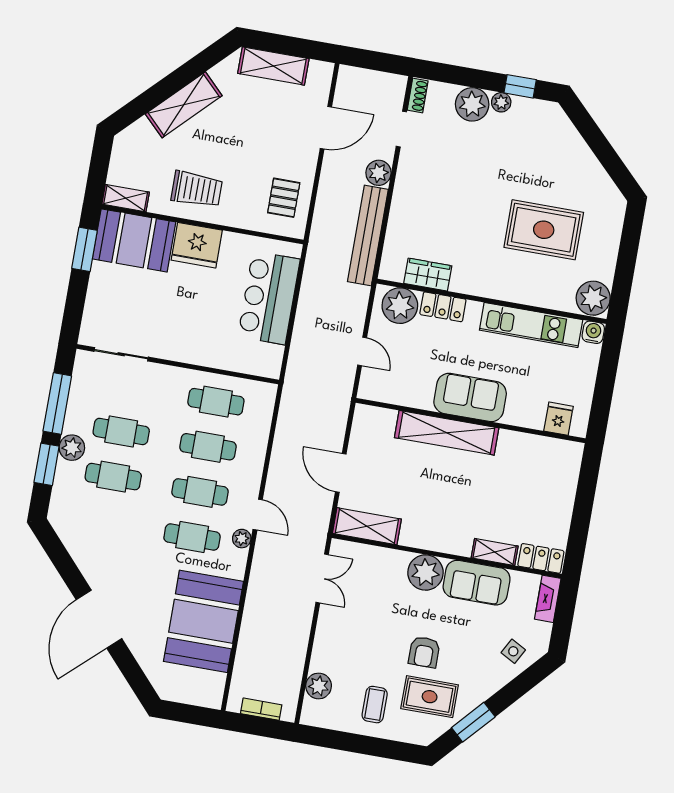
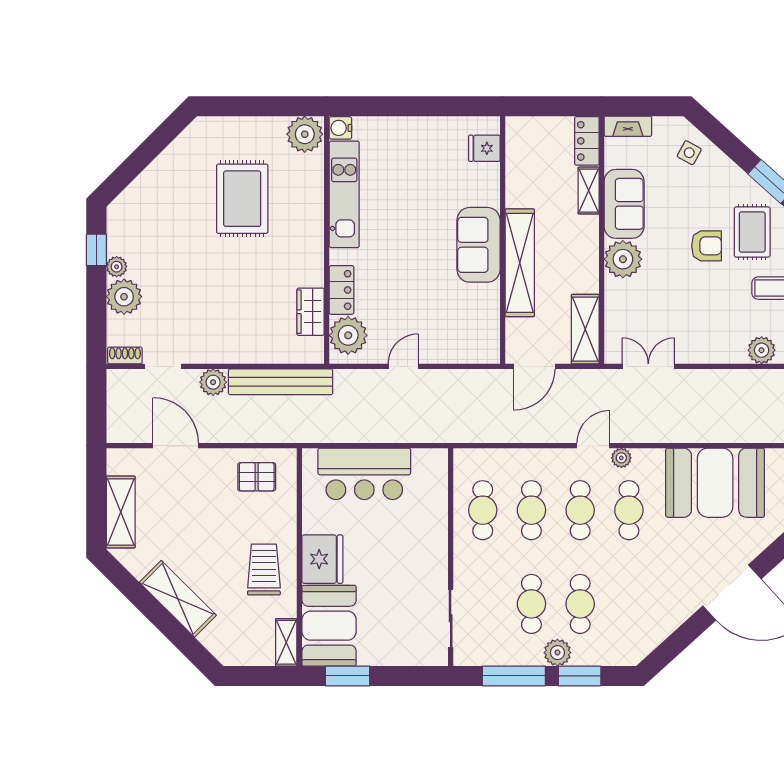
sofa: (470, 397) -> (478, 245), moved
fridge: (559, 419) -> (484, 148), moved
wall: (471, 421) -> (503, 240), moved
shelving: (447, 433) -> (520, 263), moved

